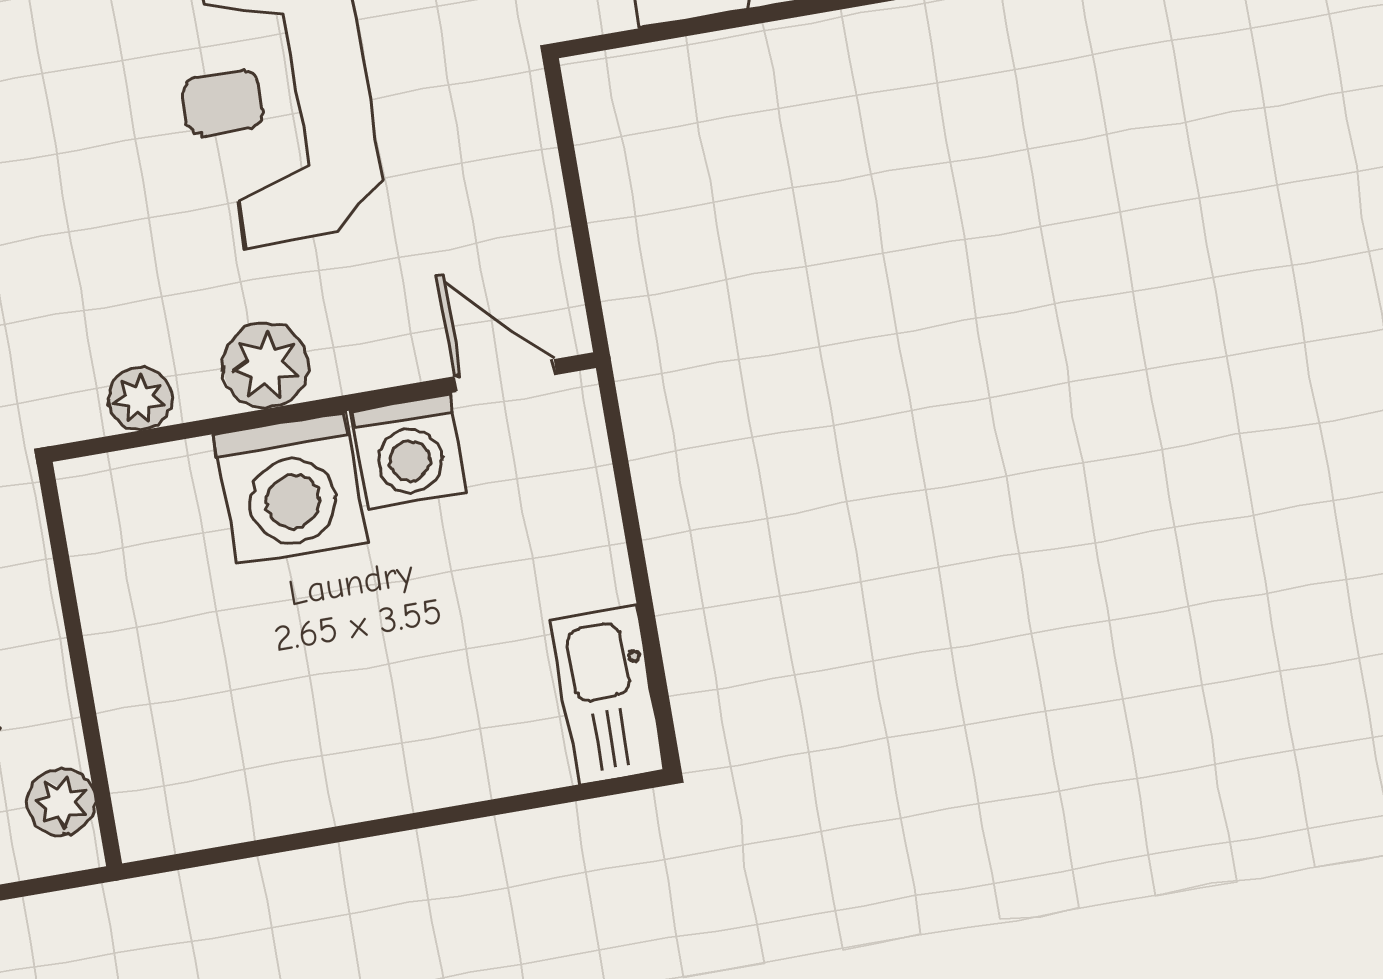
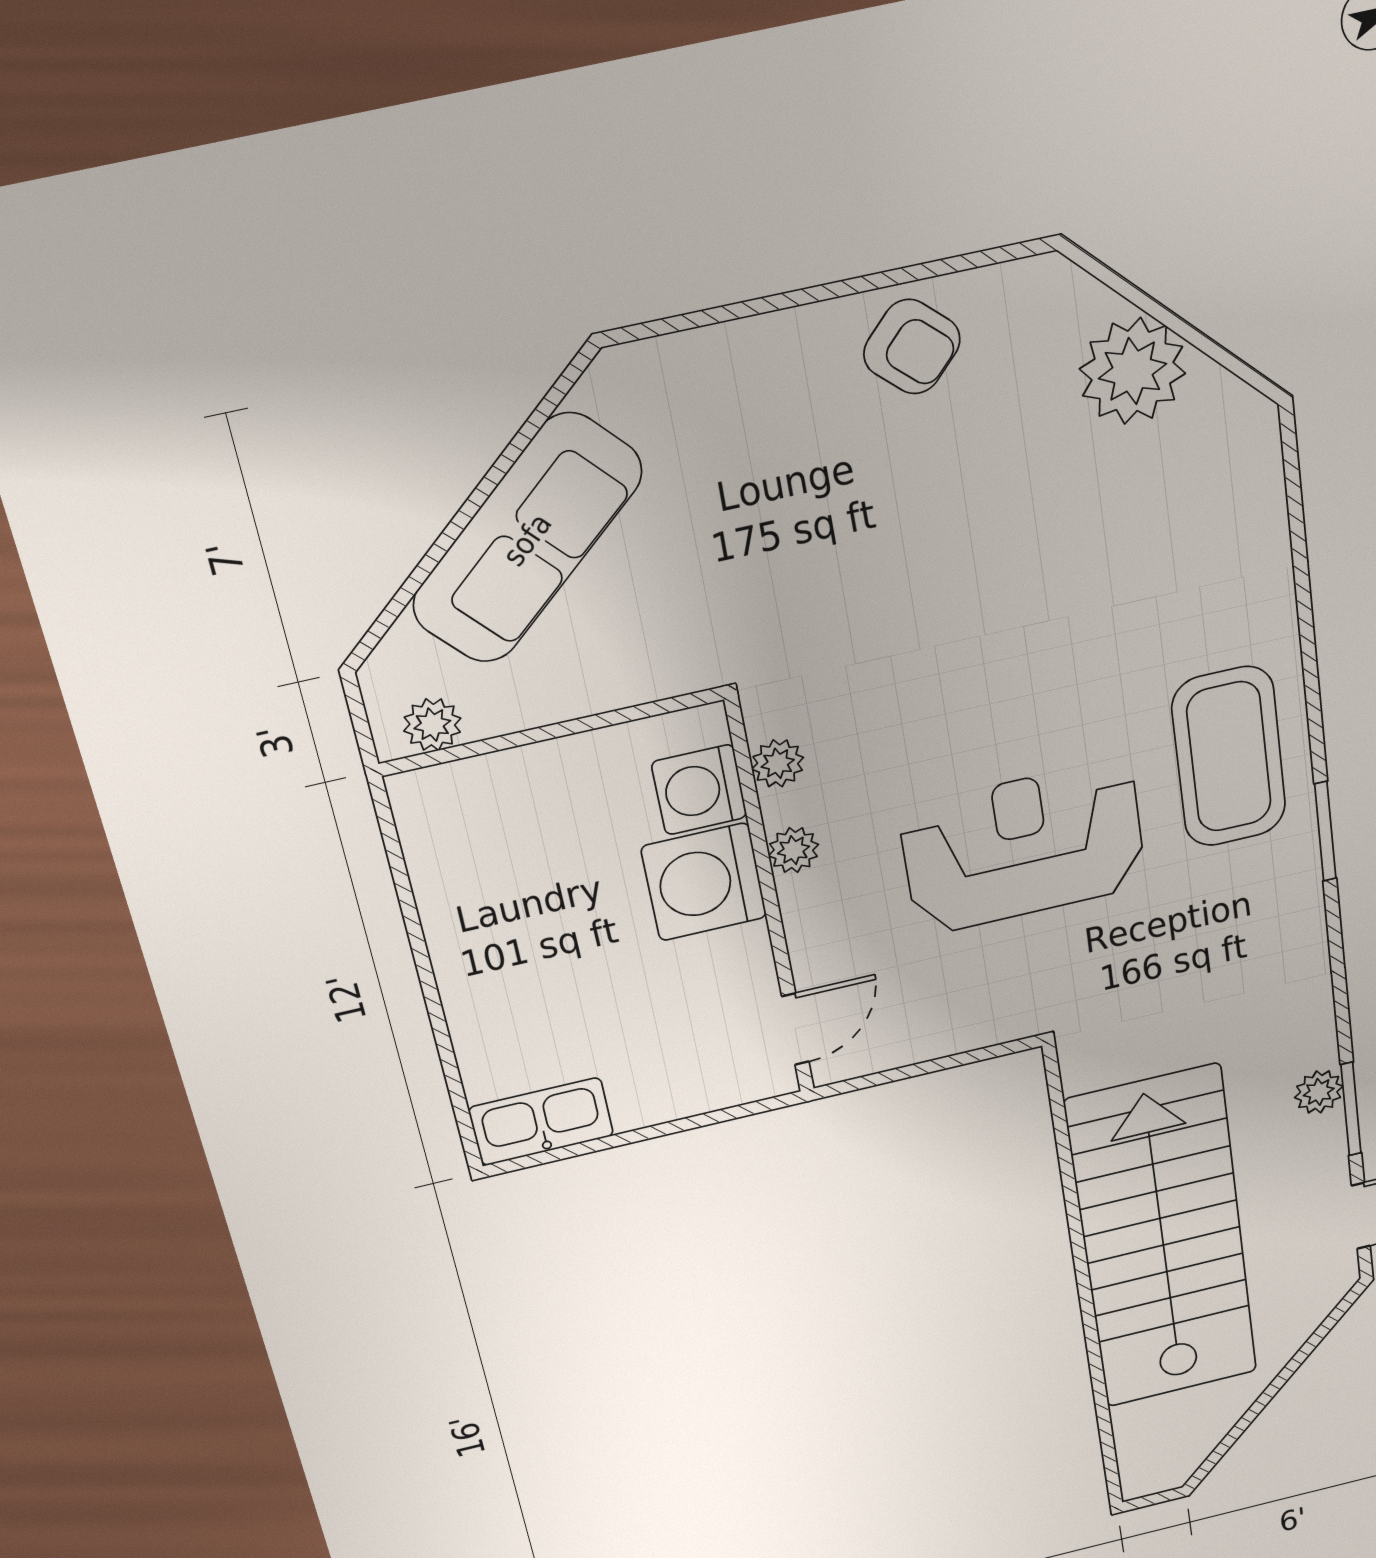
plant: (266, 366) -> (794, 850), width x0.73, depth x0.73
washing machine: (408, 451) -> (699, 790), moved

